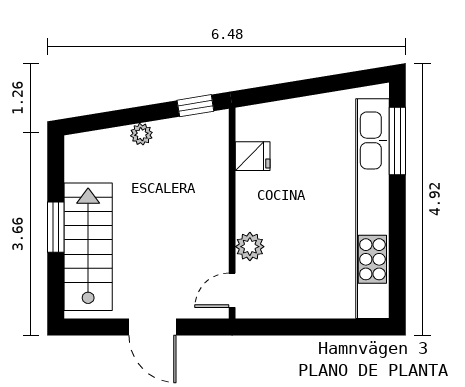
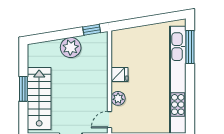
plant: (141, 134) -> (71, 47), width x1.88, depth x1.88
fridge: (253, 156) -> (119, 74), moved

